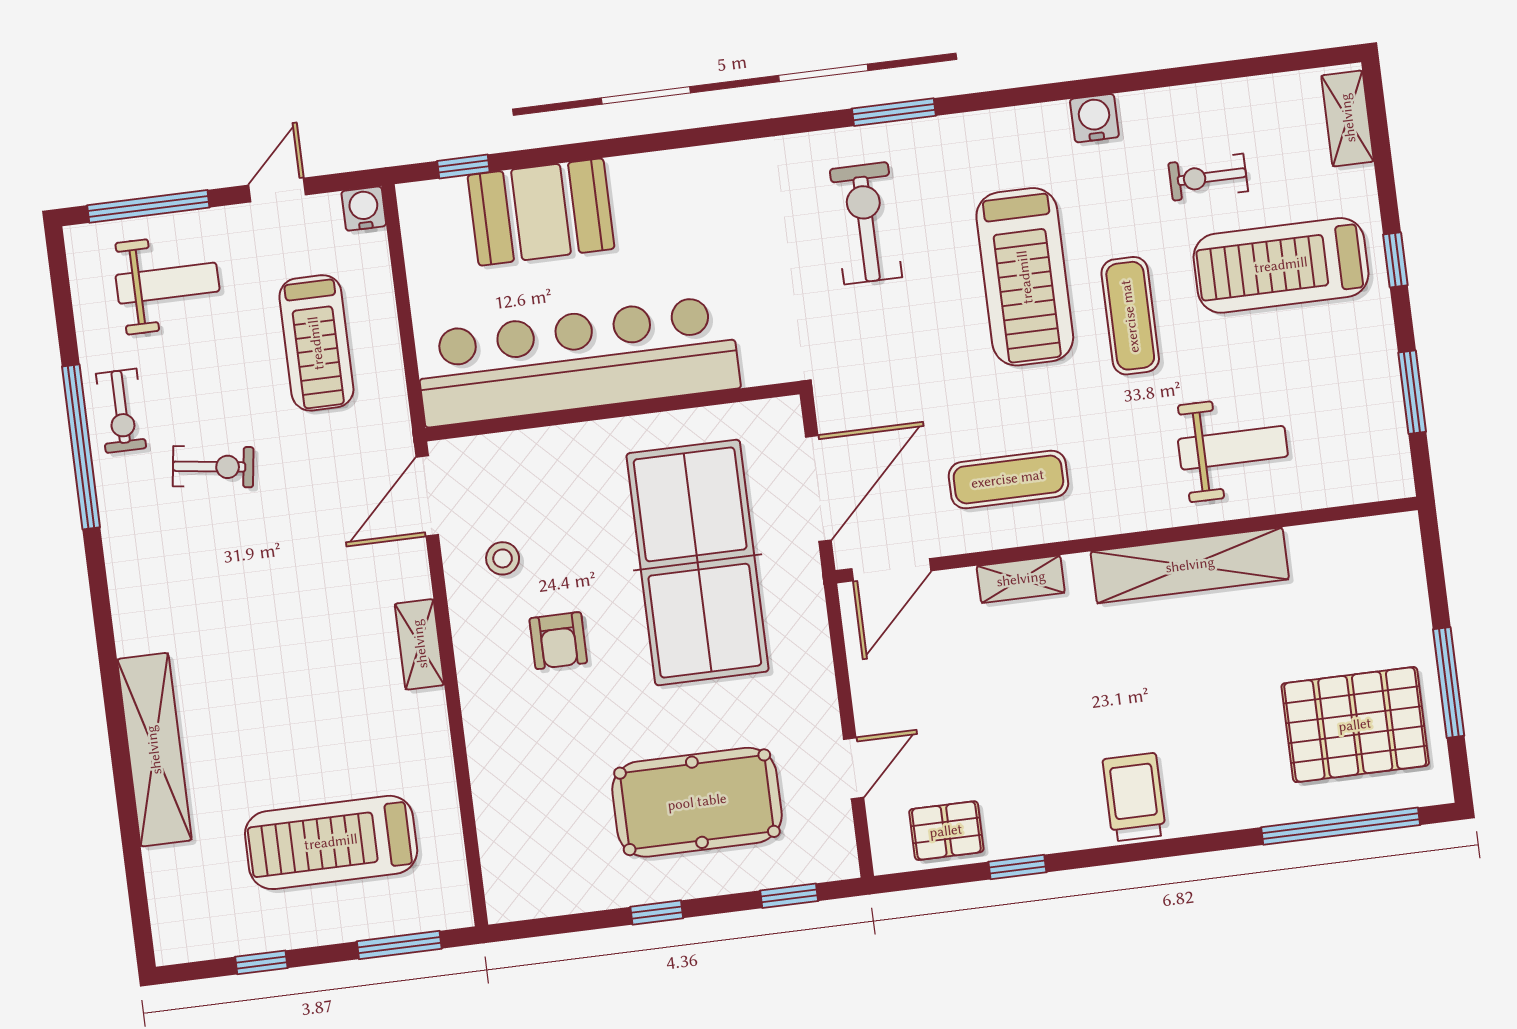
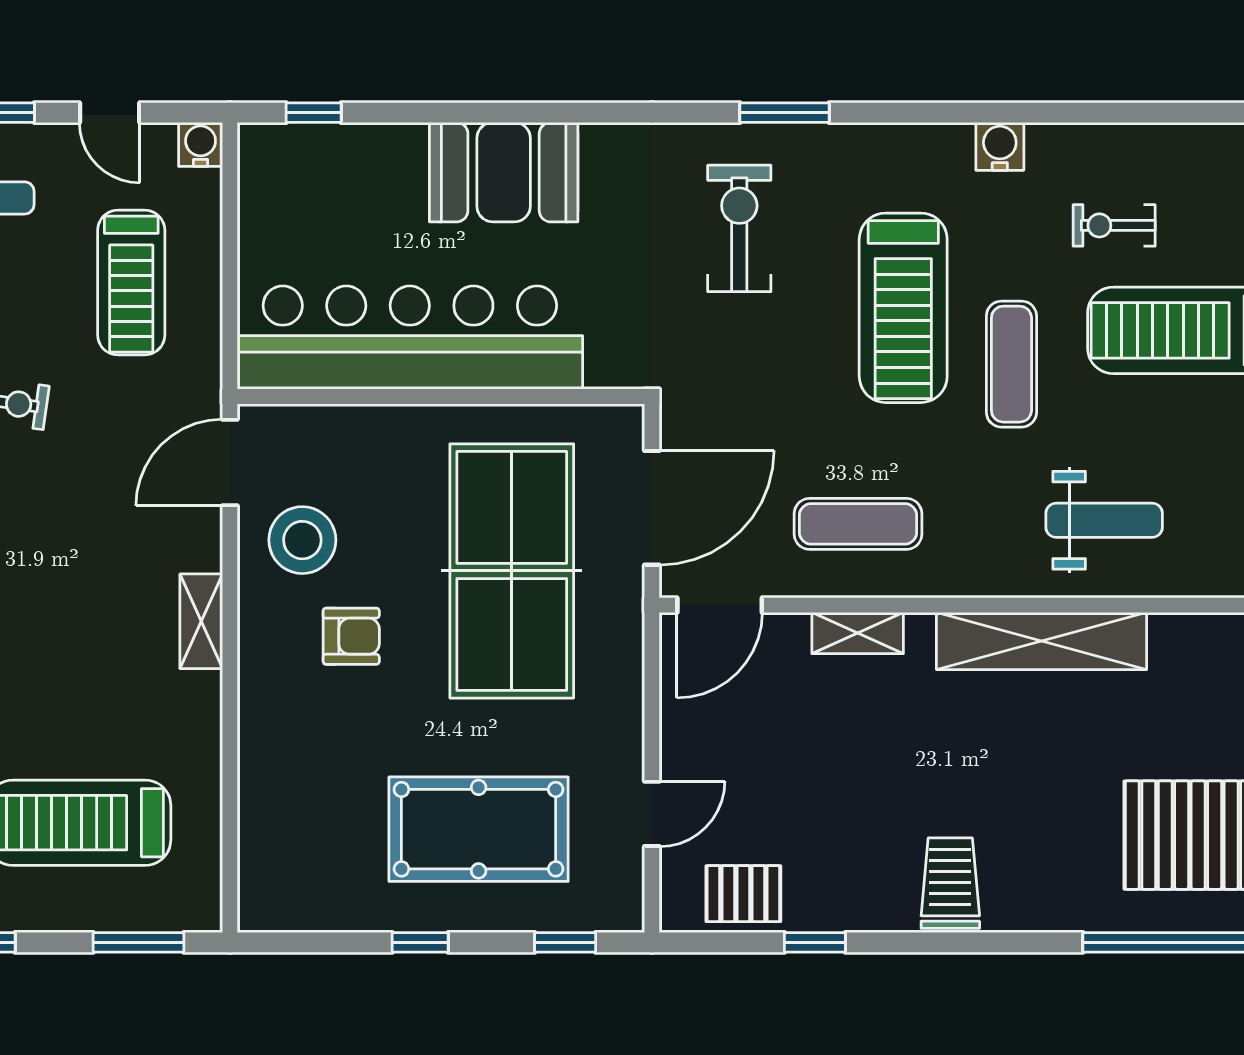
door: (277, 190) -> (110, 113), swing flipped
booth: (541, 212) -> (504, 172), moved
stool: (503, 558) -> (302, 540), width x1.89, depth x1.89
armchair: (558, 641) -> (351, 636), turned -90

